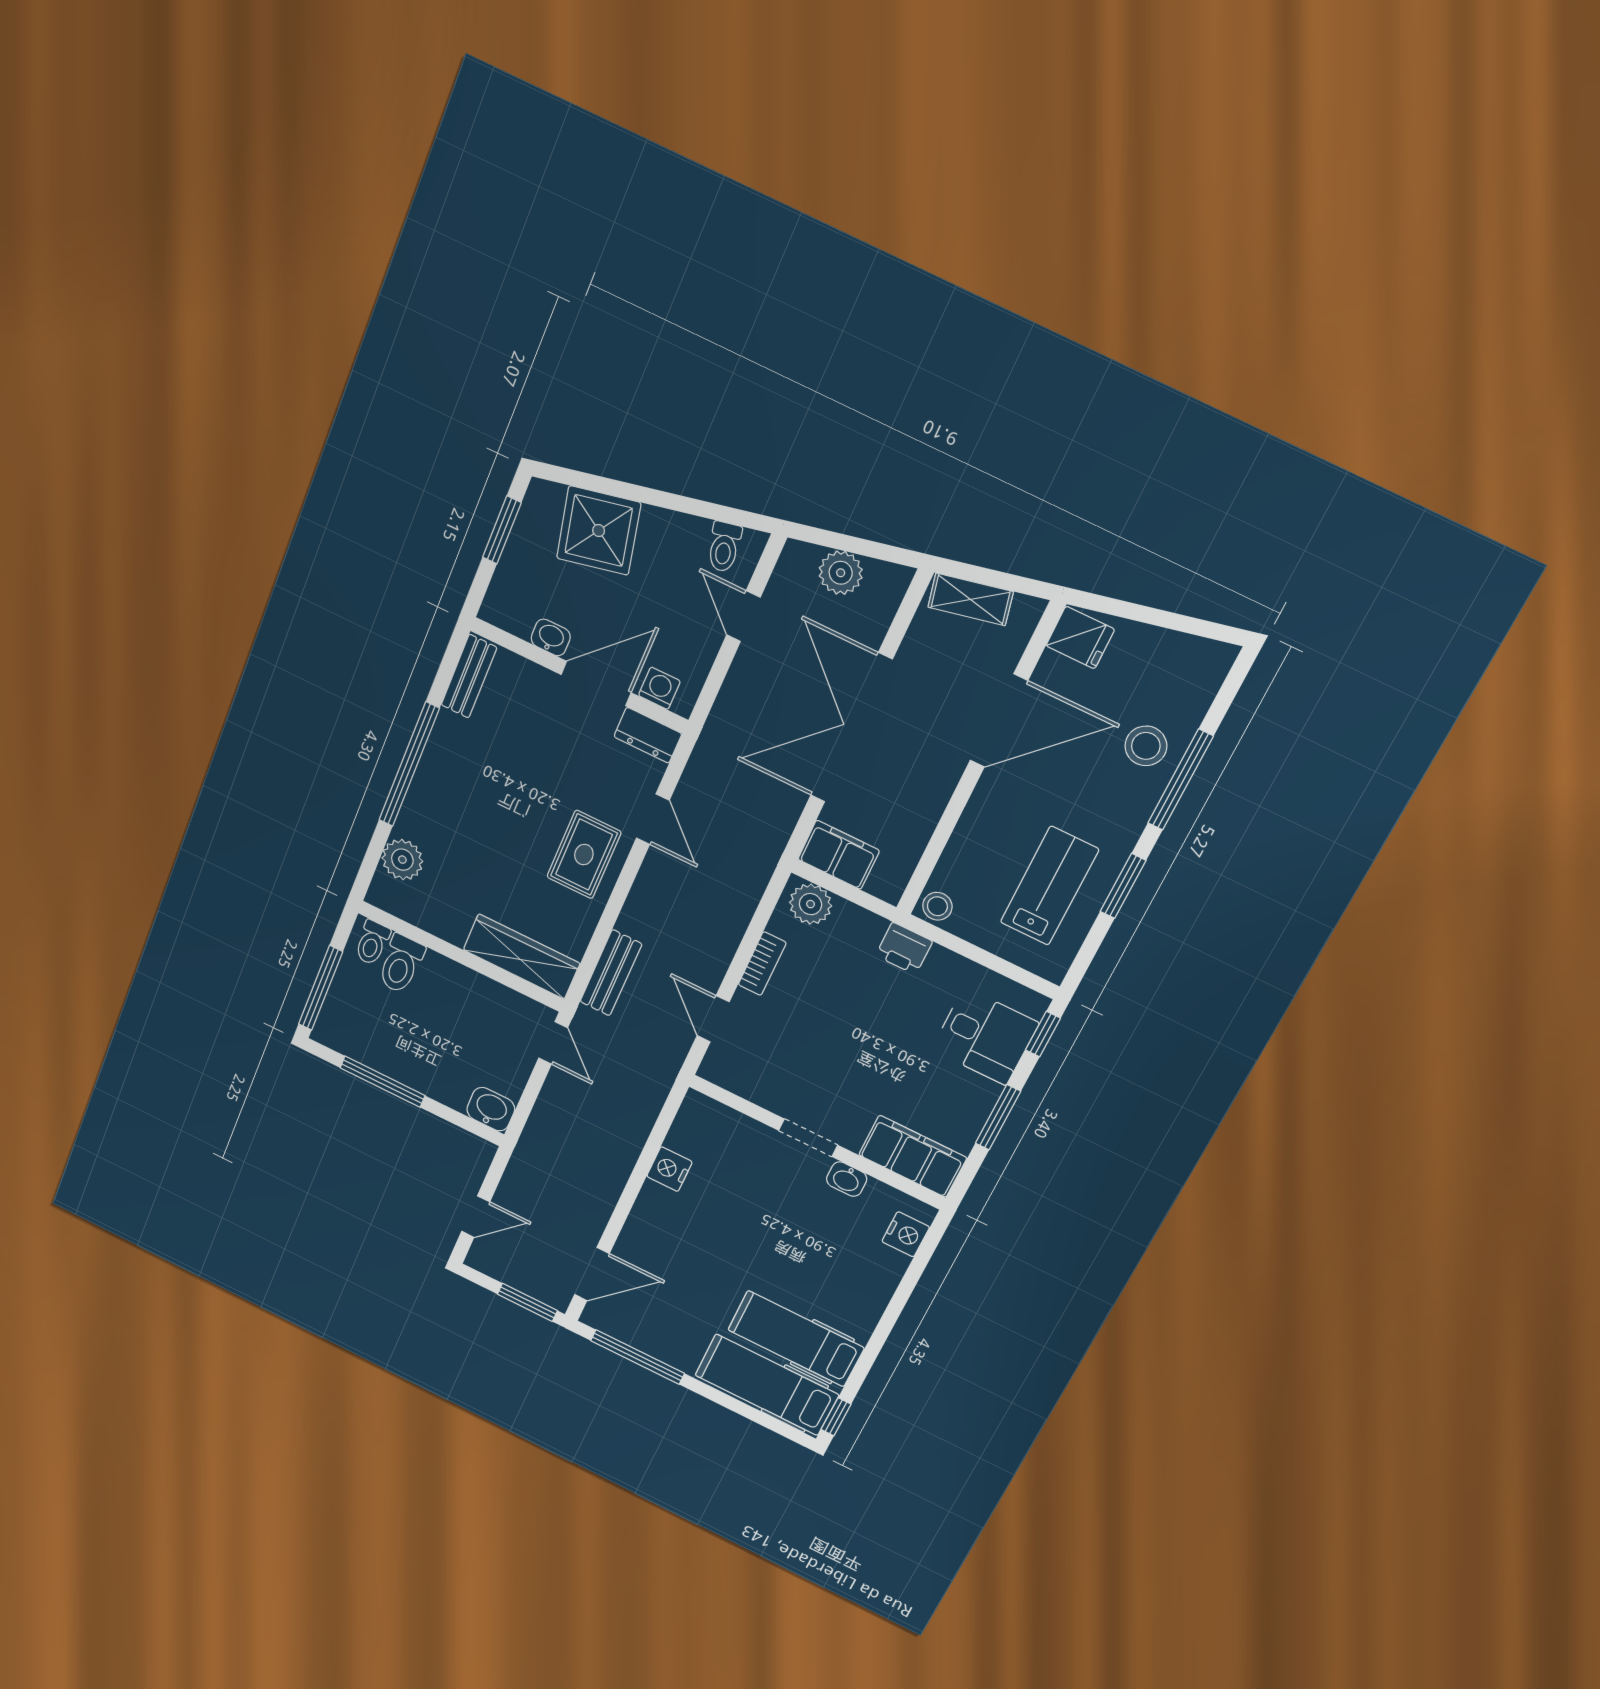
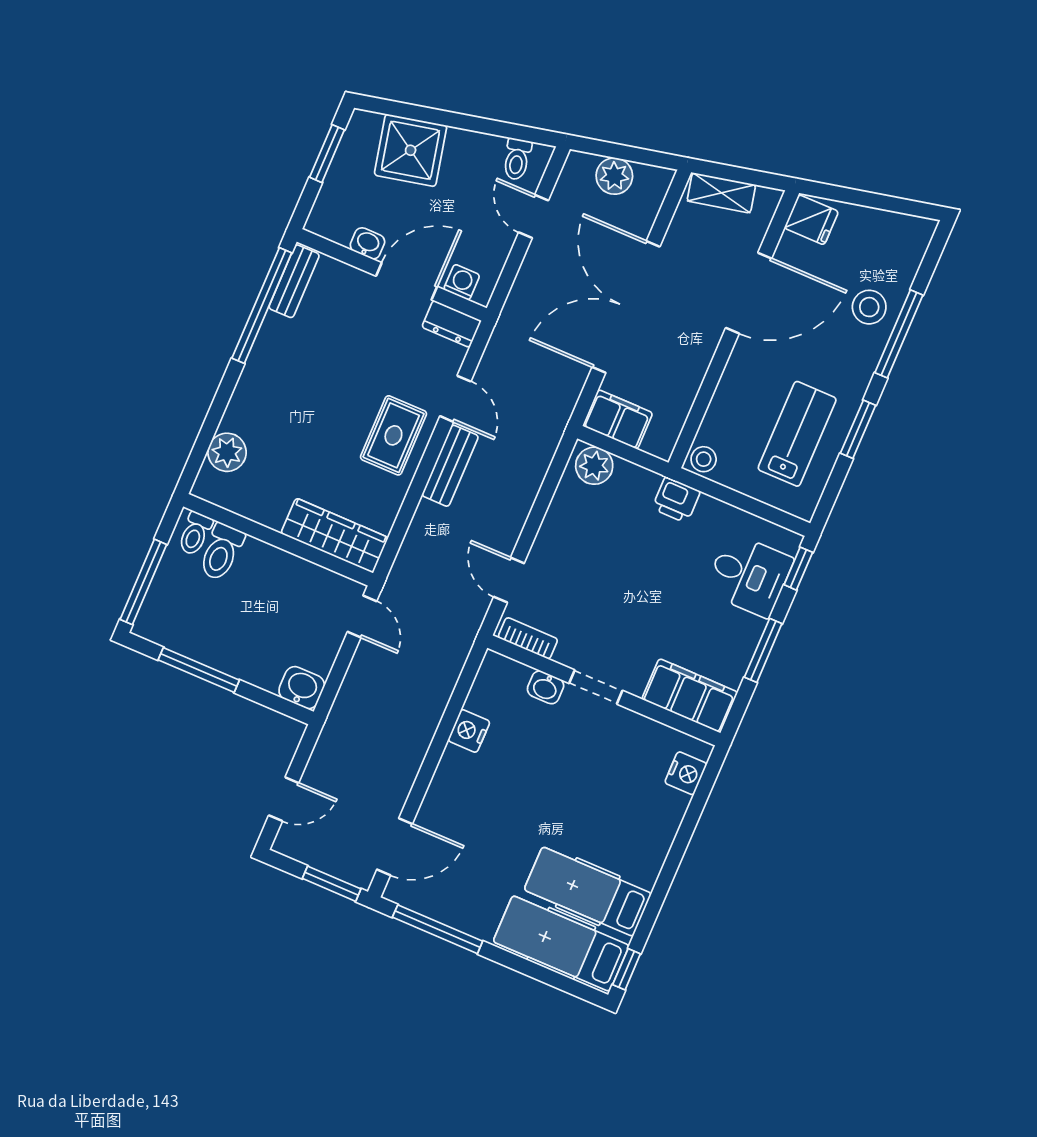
window: (409, 764) -> (262, 306), moved
bookcase: (762, 964) -> (528, 638), moved, turned -90
bench: (611, 973) -> (450, 466), moved
washbasin: (847, 1179) -> (546, 687), moved

